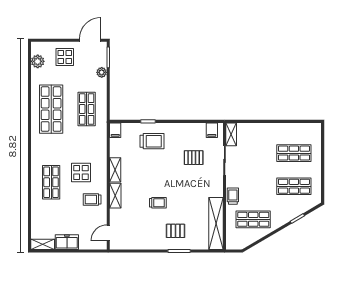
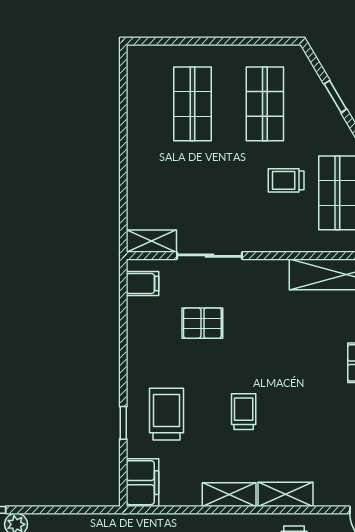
filing cabinet: (115, 130) -> (142, 483), width x2.00
pallet: (194, 158) -> (202, 323), turned 90
trolley: (233, 196) -> (286, 180), moved
trolley: (158, 203) -> (244, 412), moved

